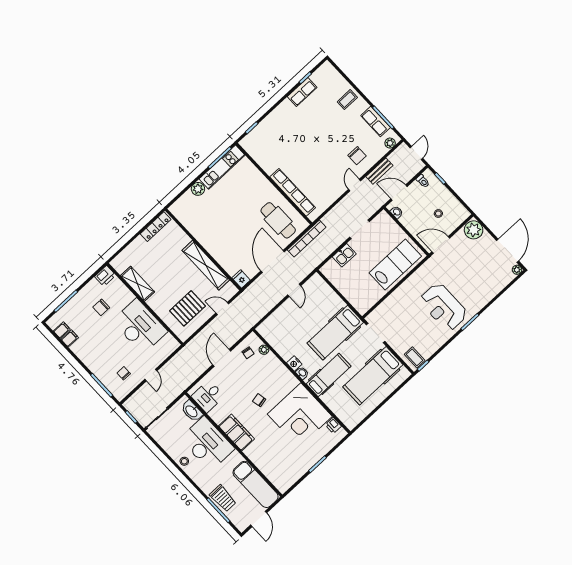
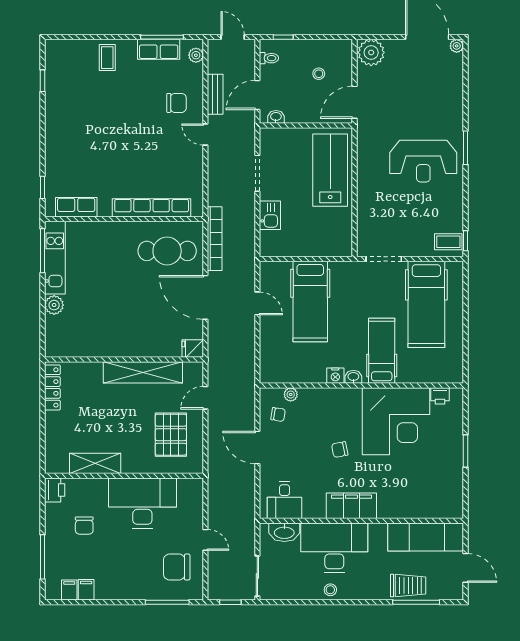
row of seats: (302, 92) -> (76, 207), moved, turned -90
hospital bed: (335, 333) -> (310, 302), moved
chair: (124, 373) -> (177, 567), width x1.87, depth x1.87

